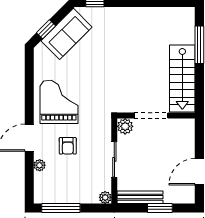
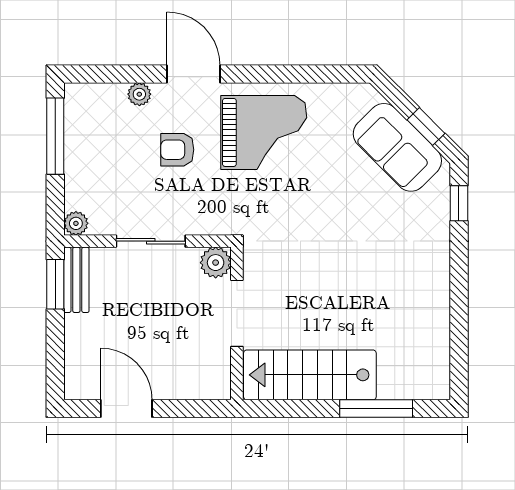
window: (46, 29) -> (426, 127), moved
bench: (140, 197) -> (76, 280), width x0.73
window: (160, 208) -> (55, 284), moved

